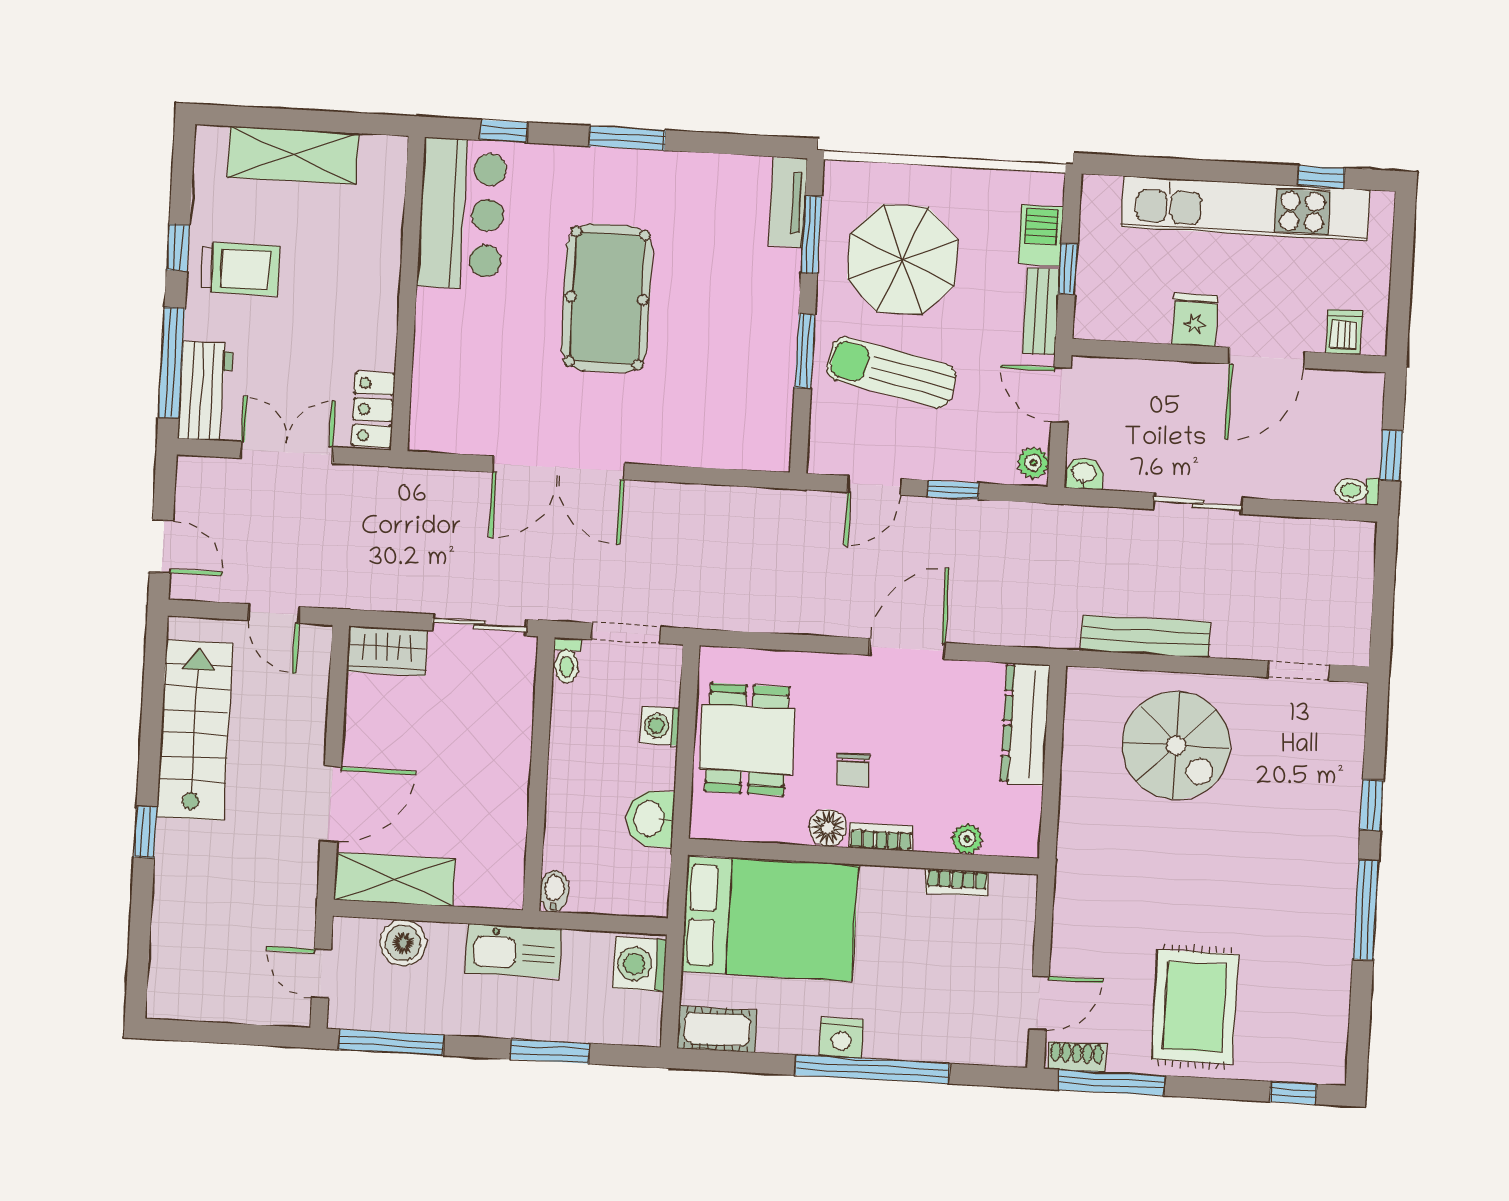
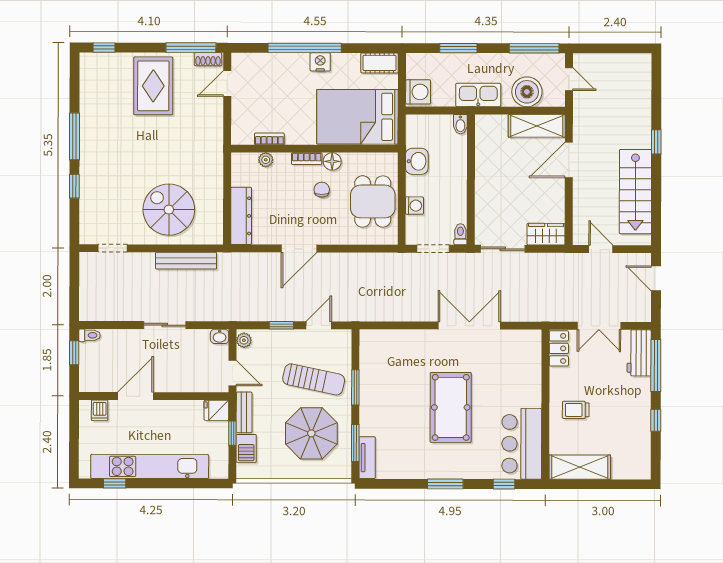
shelving: (293, 155) -> (580, 467), moved
trolley: (240, 269) -> (576, 410), moved, width x0.73, depth x0.72
fridge: (1195, 320) -> (216, 410), moved, turned 90
boiler: (403, 943) -> (527, 92), width x1.37, depth x1.37

